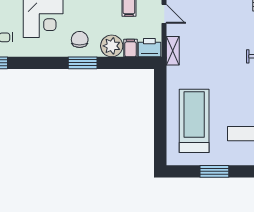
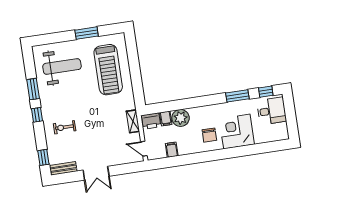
chair: (80, 40) -> (209, 135), moved
window: (83, 63) -> (237, 96), moved

